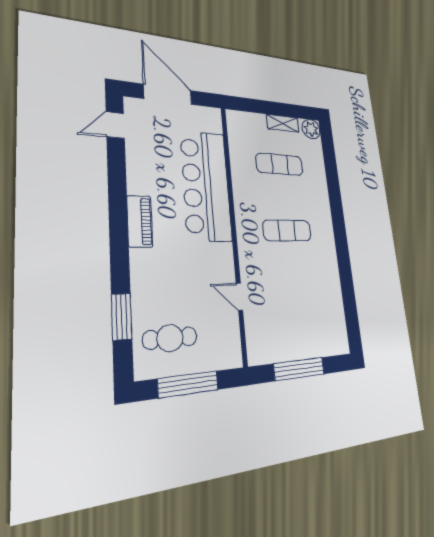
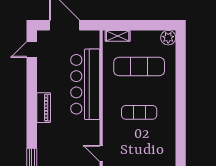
shelving: (283, 123) -> (118, 36), moved
exercise mat: (280, 164) -> (139, 66), width x1.36, depth x1.45

